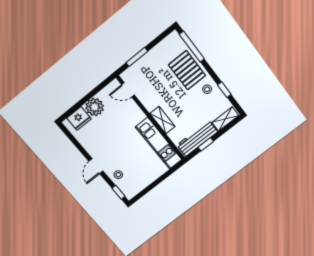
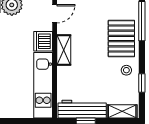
door: (128, 90) -> (55, 14), swing flipped
dishwasher: (135, 115) -> (43, 41), added
shelving: (162, 120) -> (64, 50), moved

